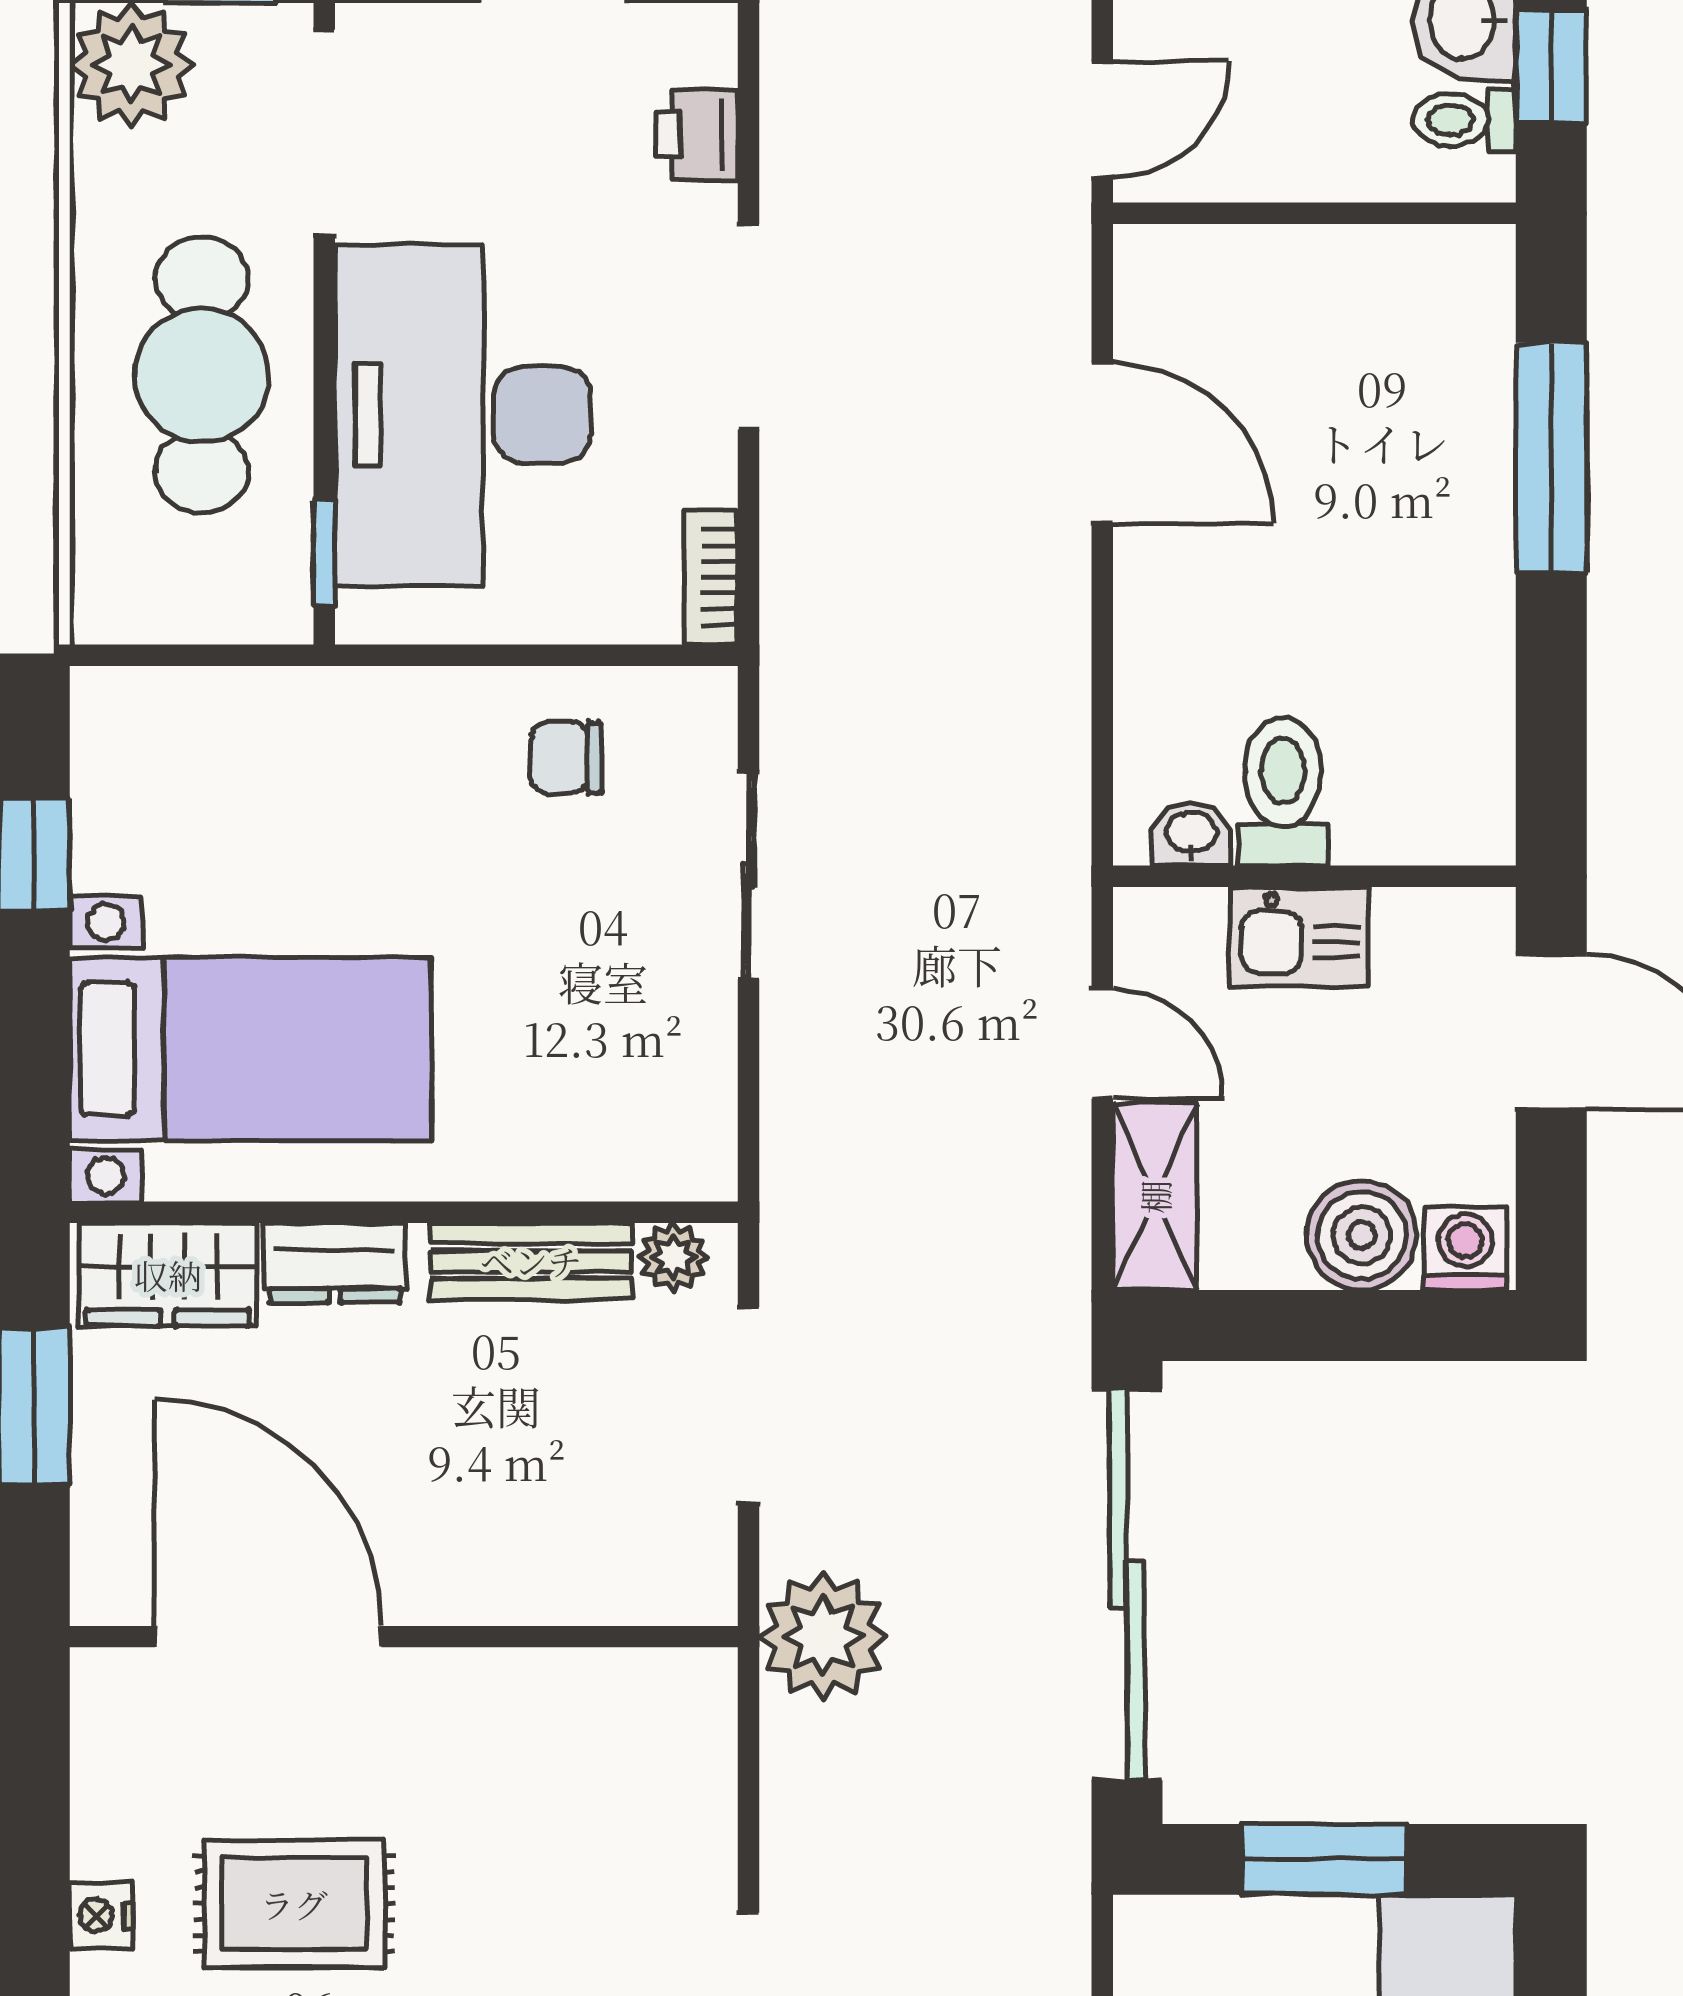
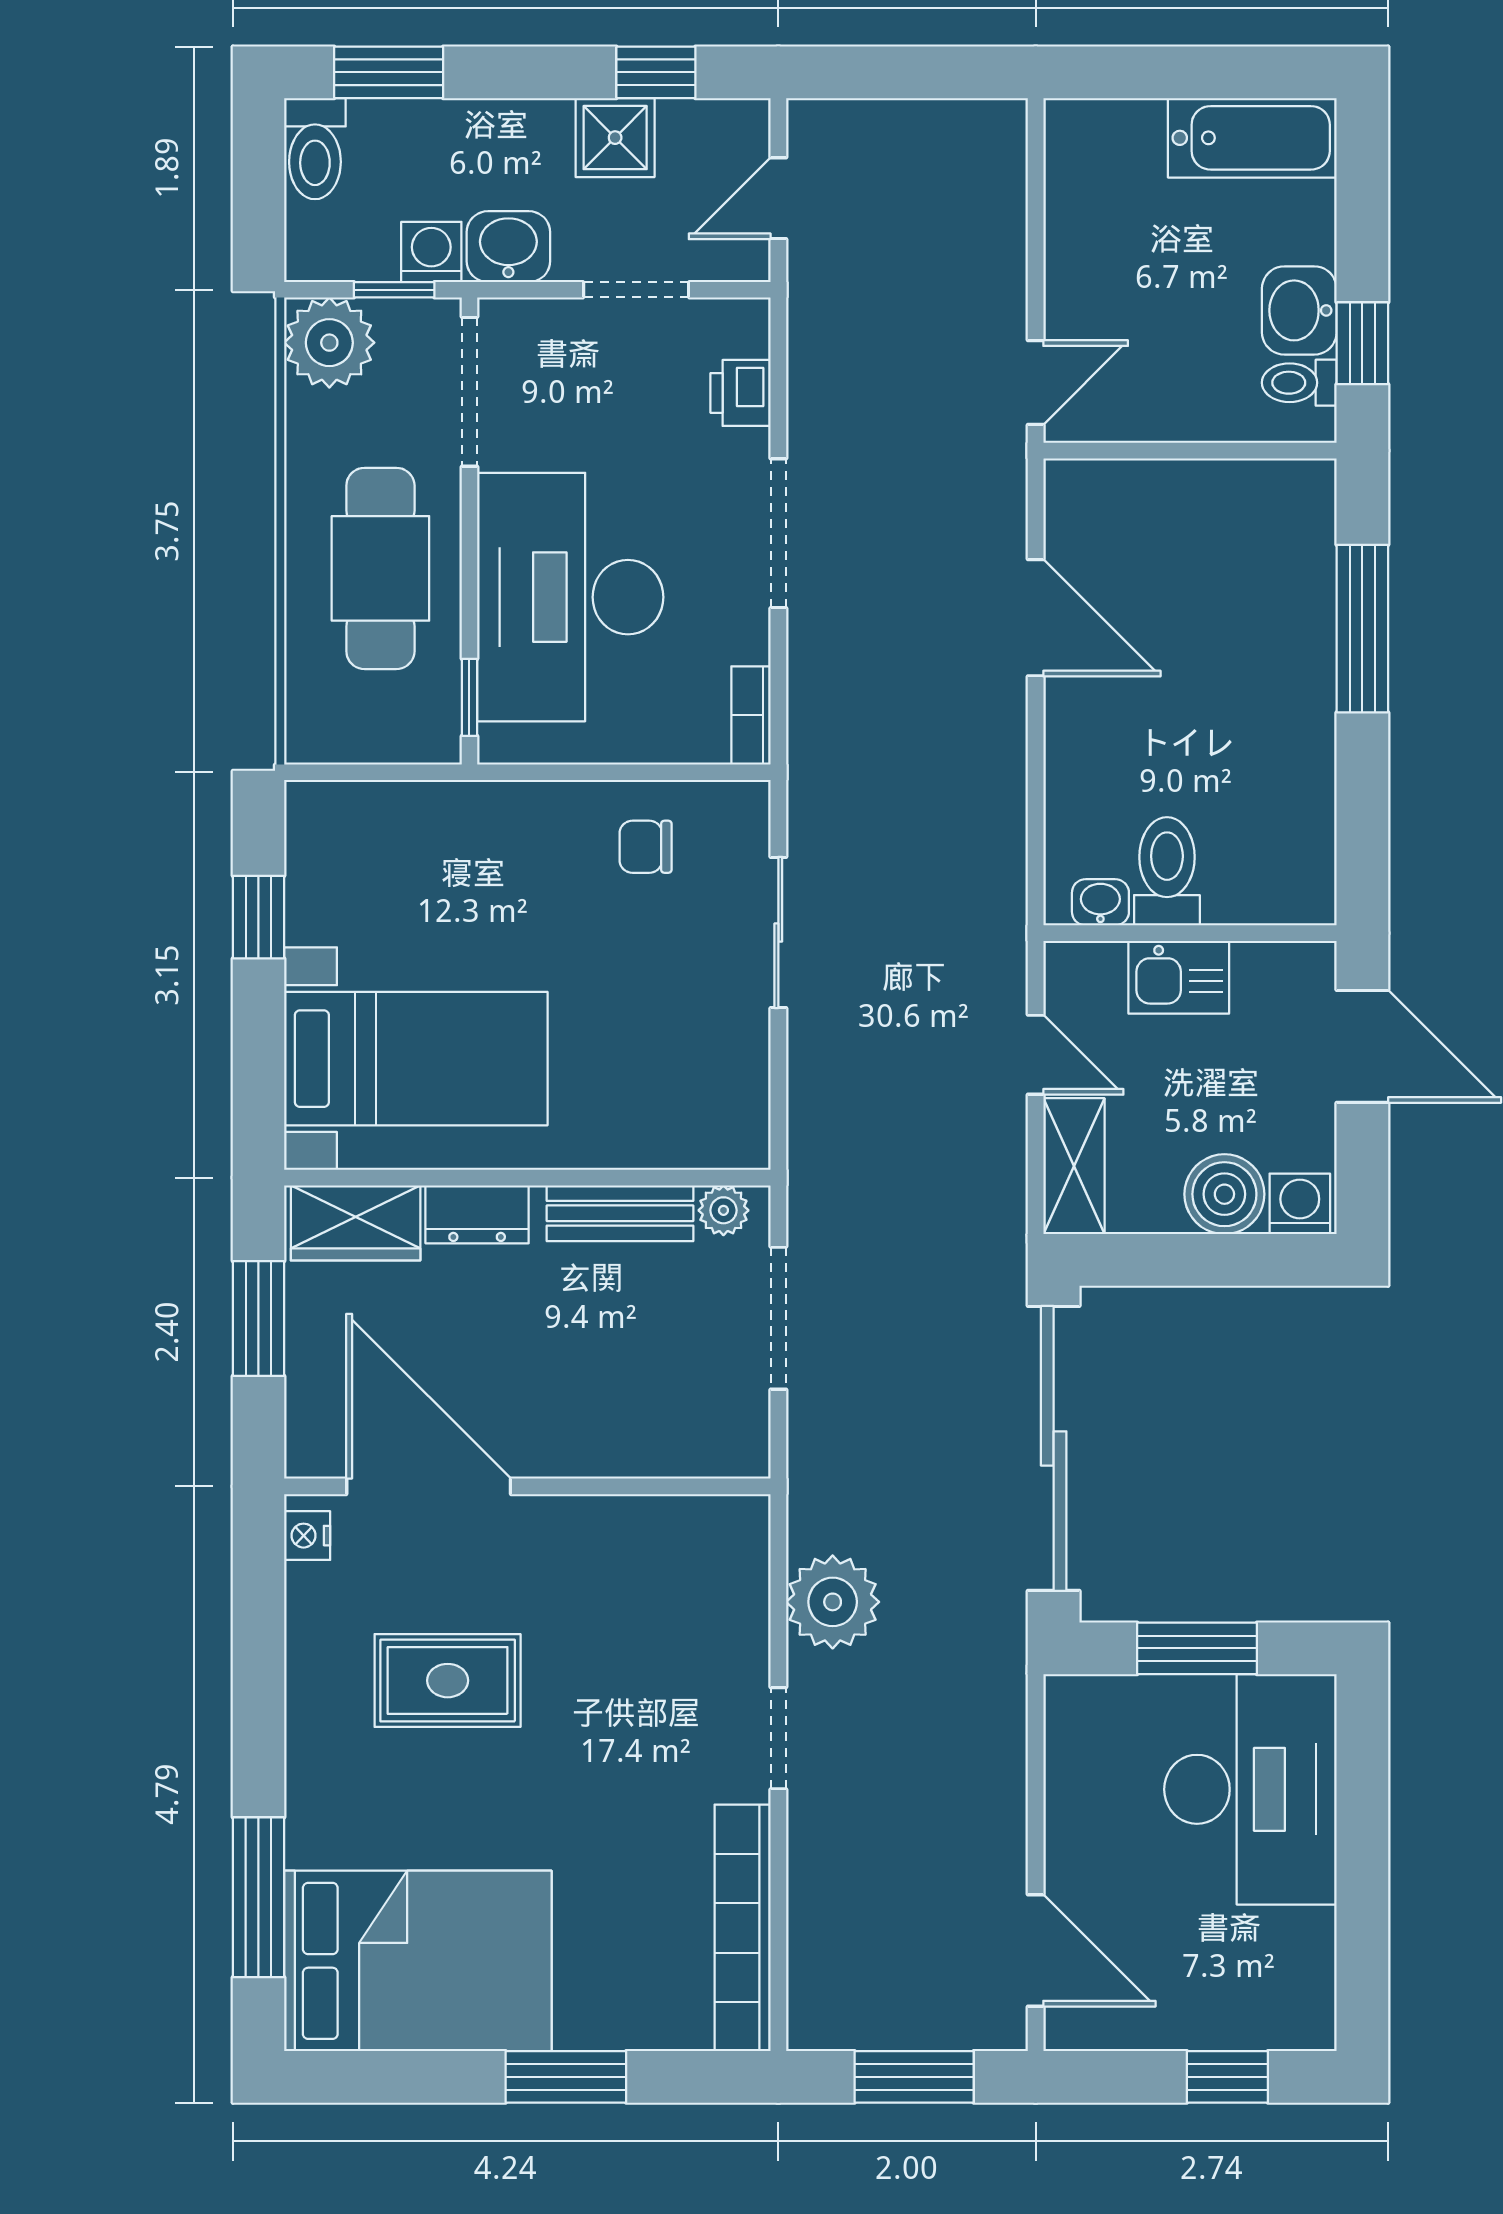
plant: (823, 1637) -> (833, 1602), moved
nightstand: (101, 1916) -> (307, 1536), moved

